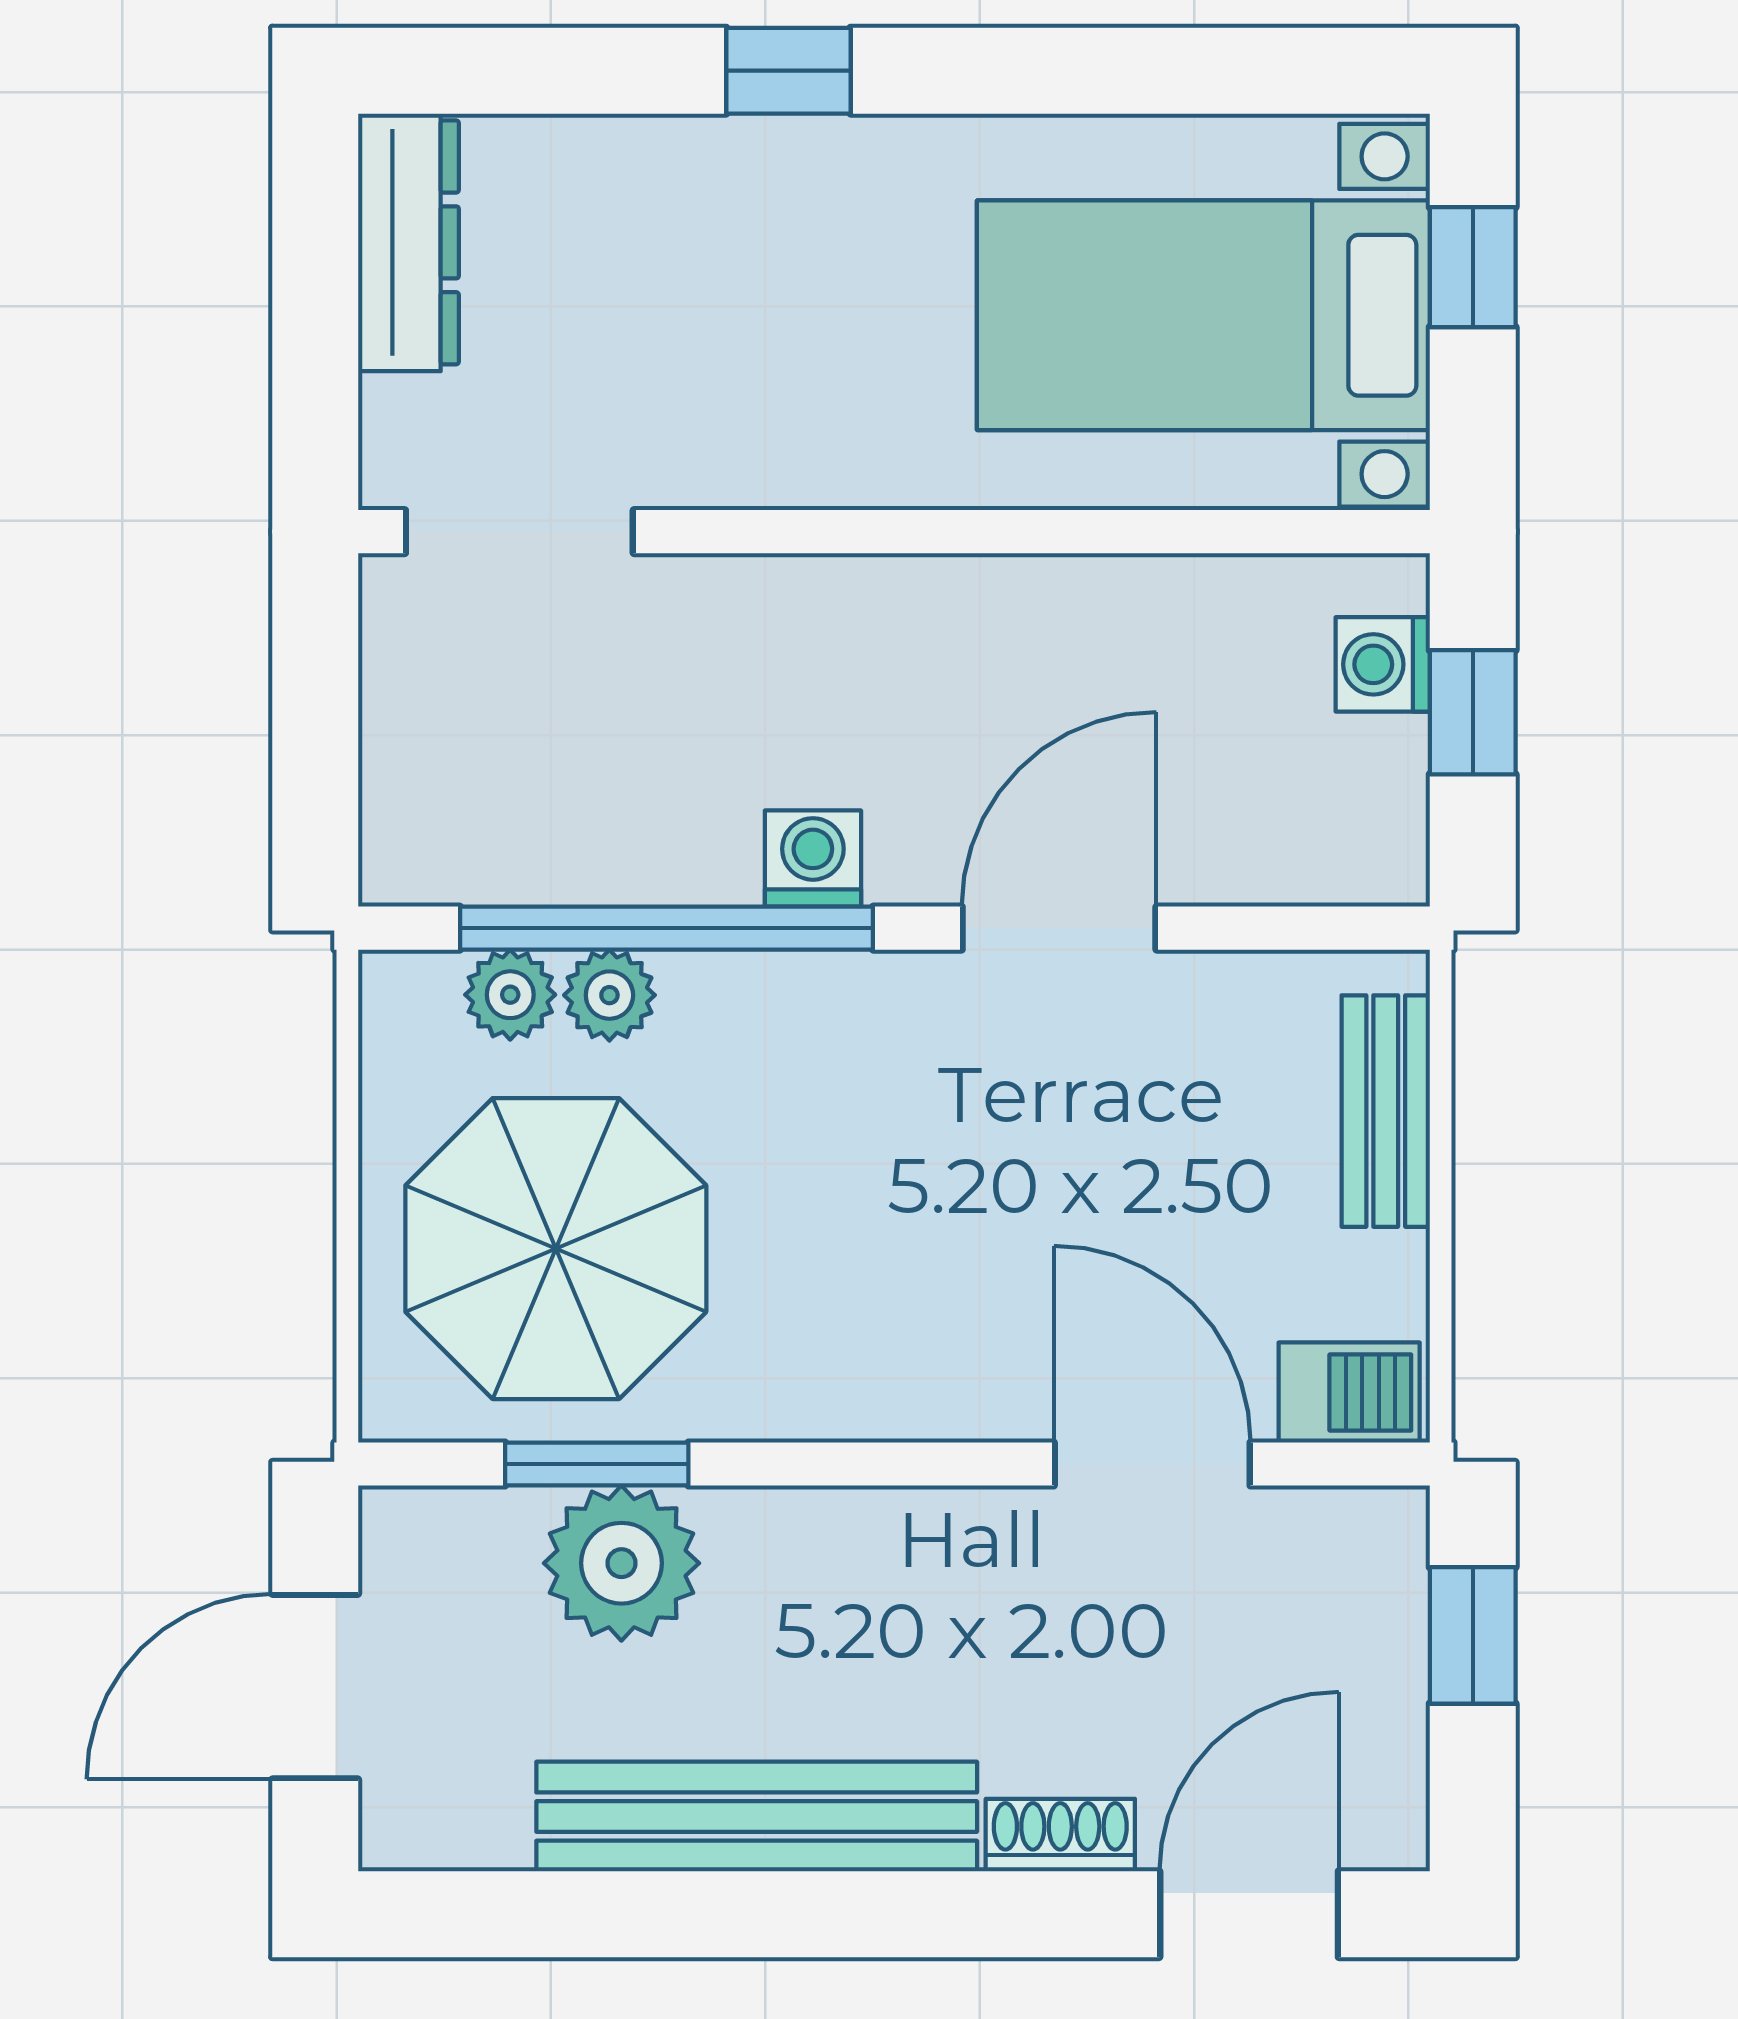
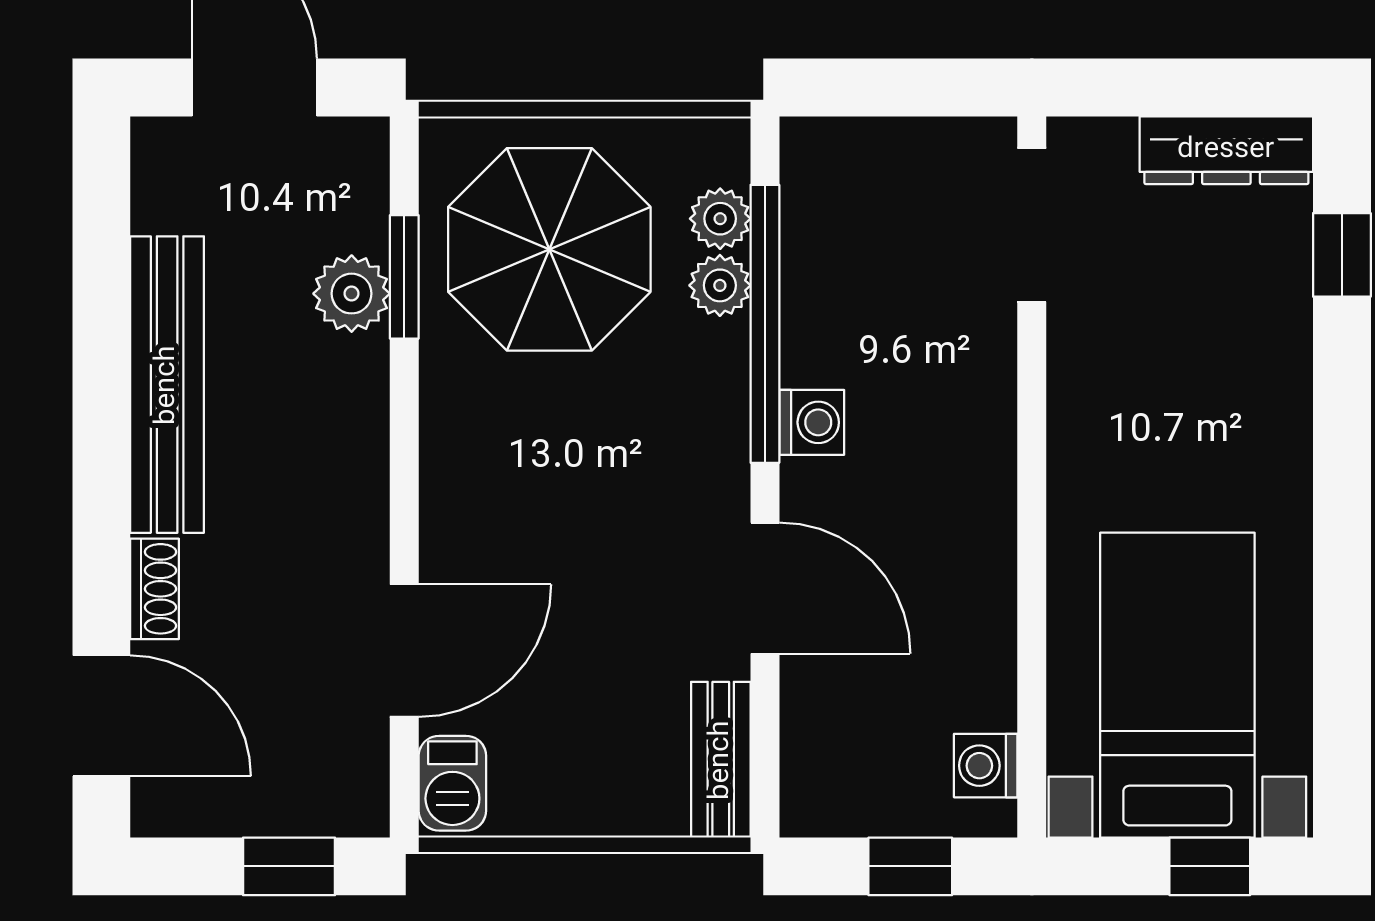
window: (788, 71) -> (1342, 255), moved
washing machine: (1383, 664) -> (986, 766), moved, turned -90
bench: (1386, 1111) -> (721, 760), moved, turned 90
plant: (621, 1563) -> (352, 294), width x0.73, depth x0.73

